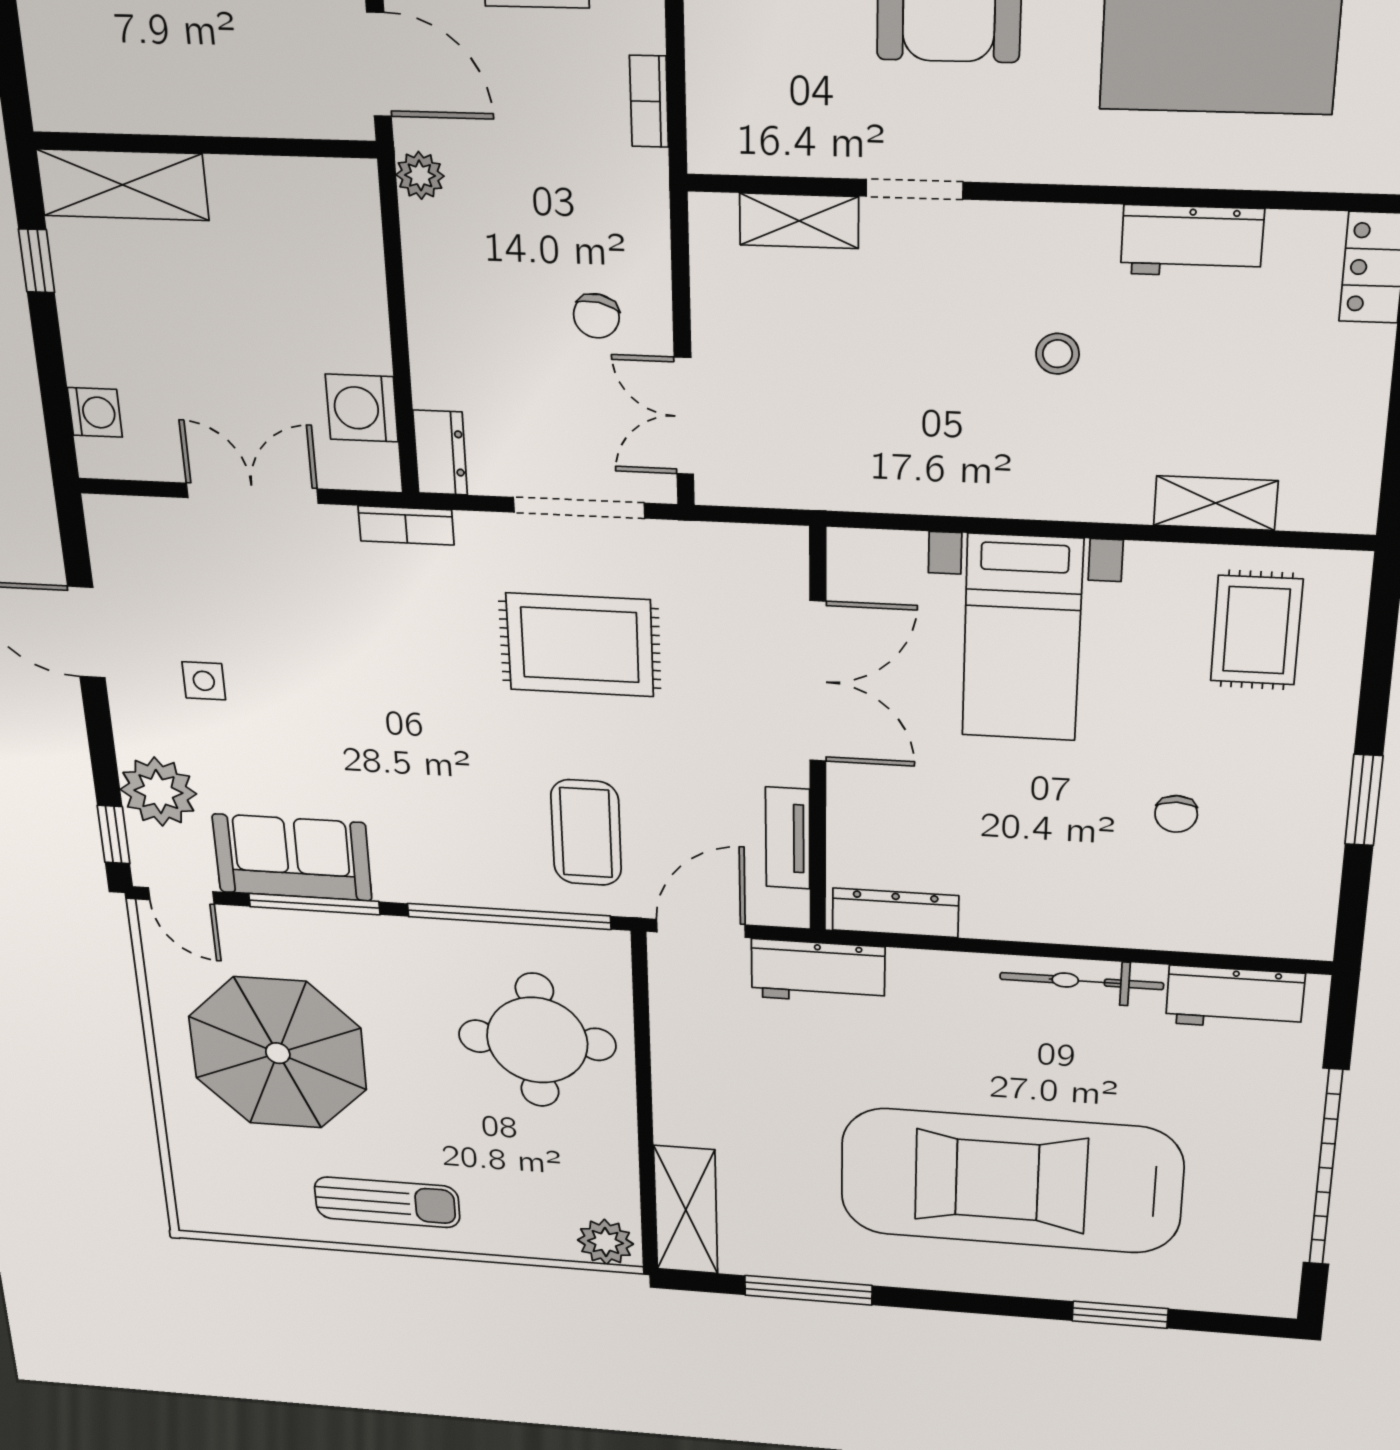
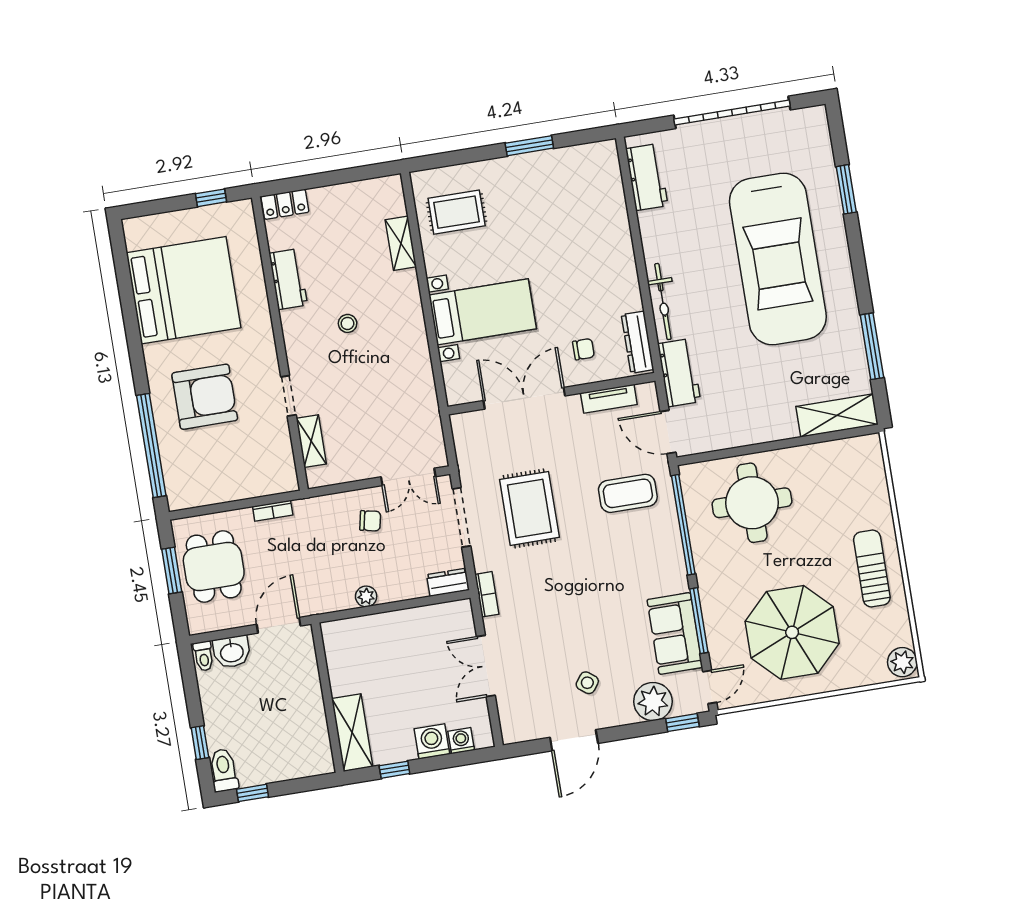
plant: (420, 175) -> (366, 596), moved
washing machine: (362, 408) -> (432, 741), moved, turned 180
side table: (204, 681) -> (587, 683), turned 37
chair: (1176, 814) -> (583, 349), moved
bicycle: (1082, 981) -> (663, 302), moved
plant: (605, 1242) -> (902, 662), moved

